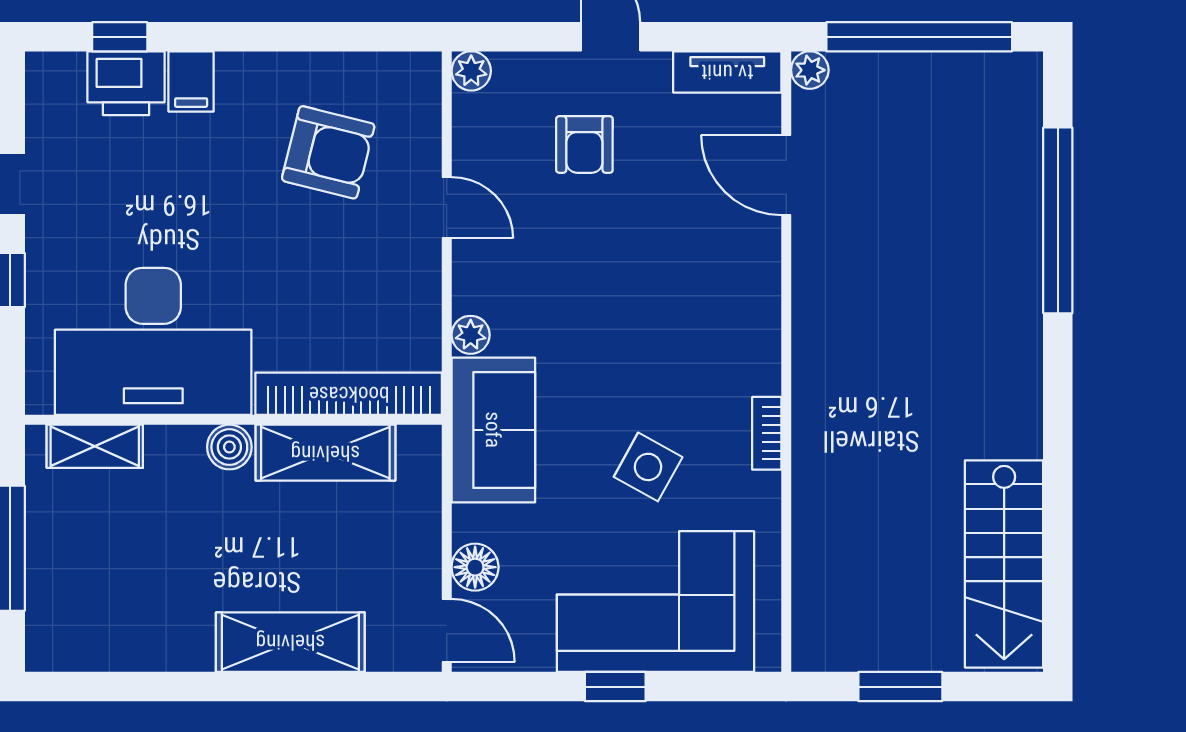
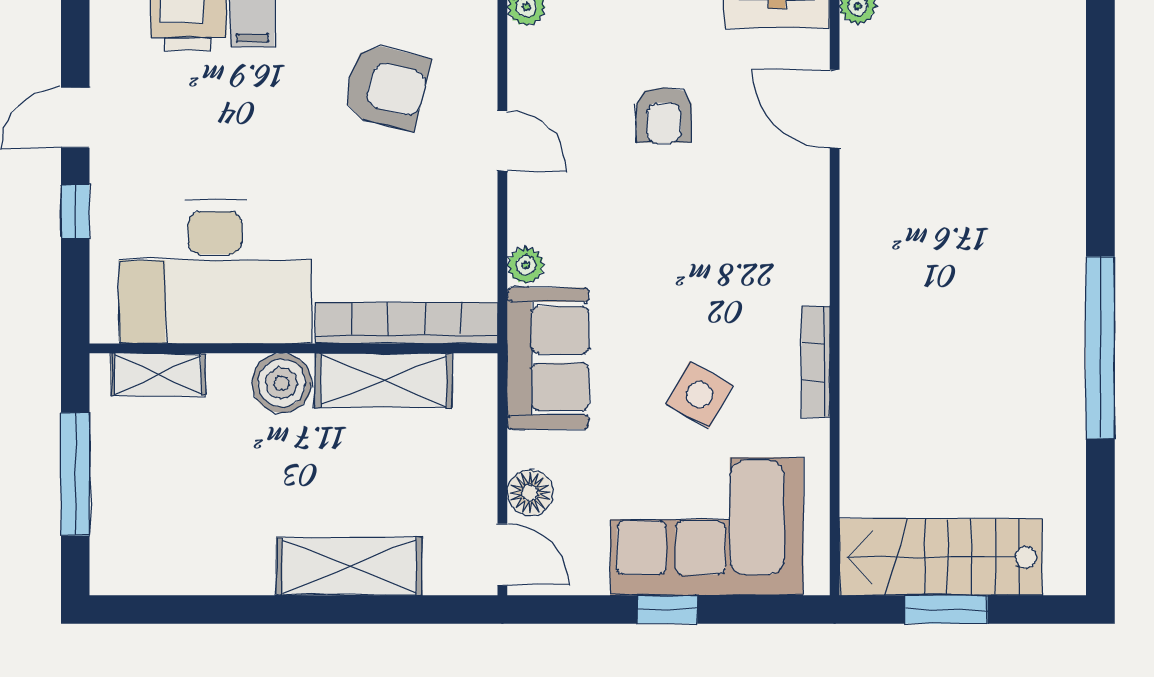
armchair: (584, 145) -> (664, 115), moved
window: (1058, 220) -> (1100, 348), moved
bookcase: (767, 433) -> (816, 362), width x1.56
boiler: (229, 447) -> (282, 383), width x1.36, depth x1.36
stairs: (1004, 564) -> (941, 557), moved, turned 90

